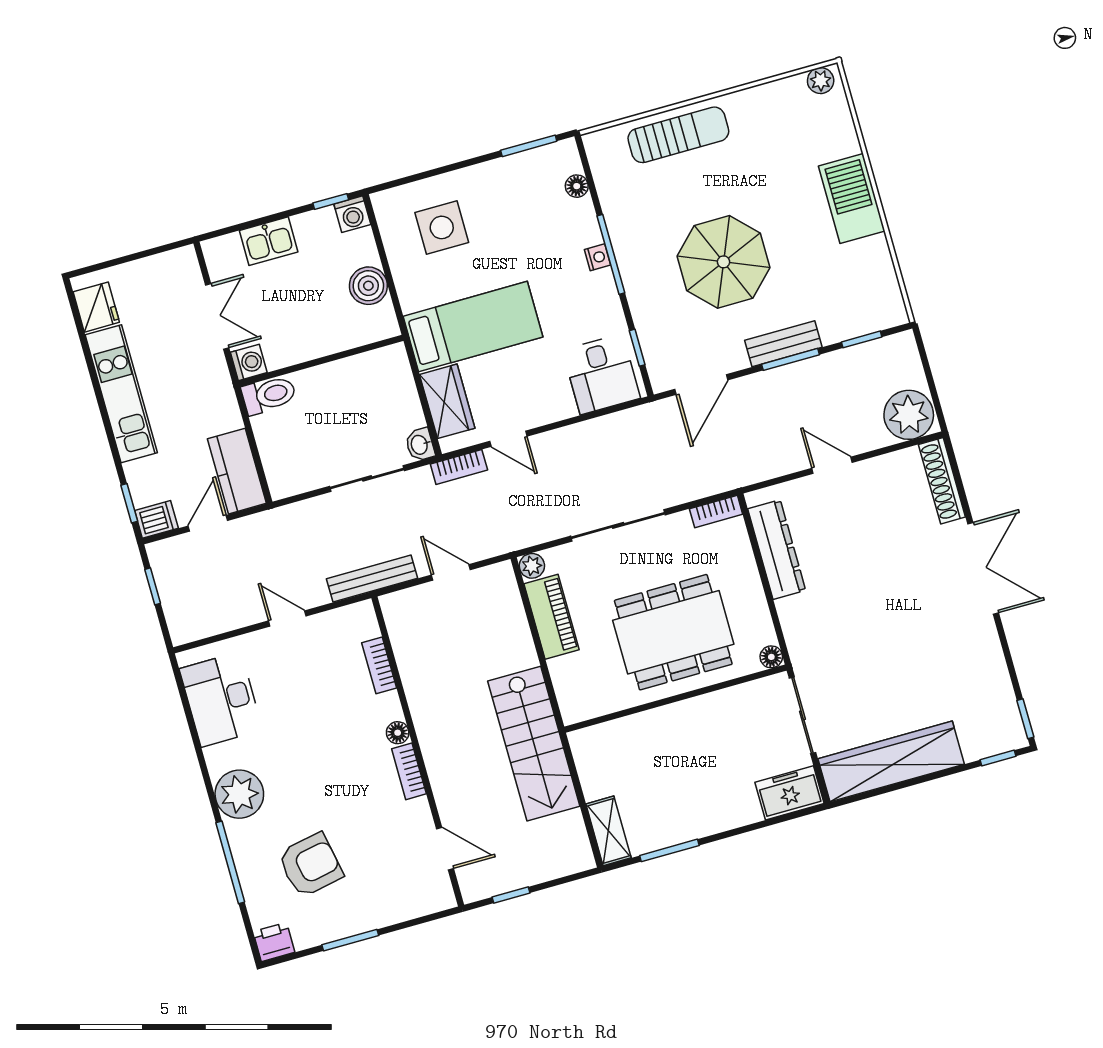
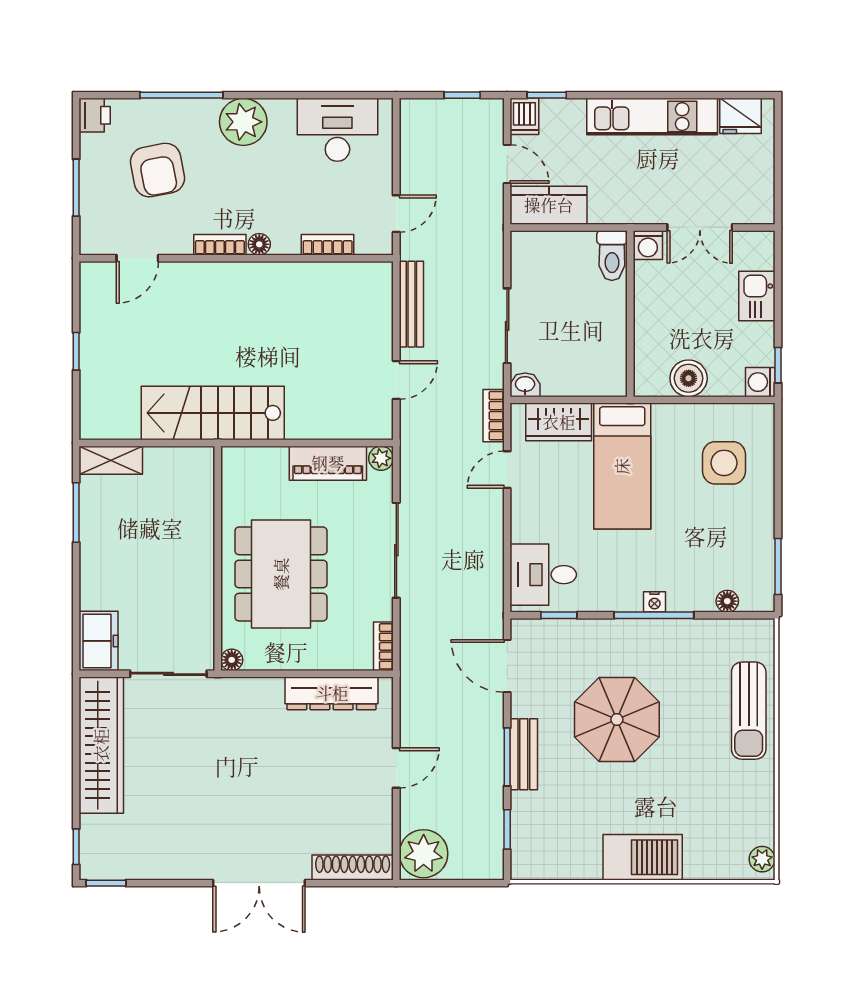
bookcase: (379, 665) -> (328, 245), moved
floor lamp: (398, 733) -> (259, 244), moved
wall: (418, 751) -> (236, 258), moved
bookcase: (409, 771) -> (220, 245), moved
door: (445, 849) -> (137, 258), moved

